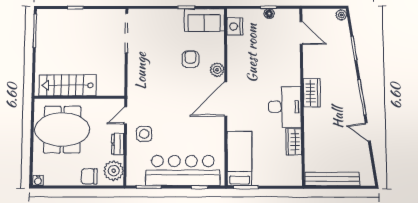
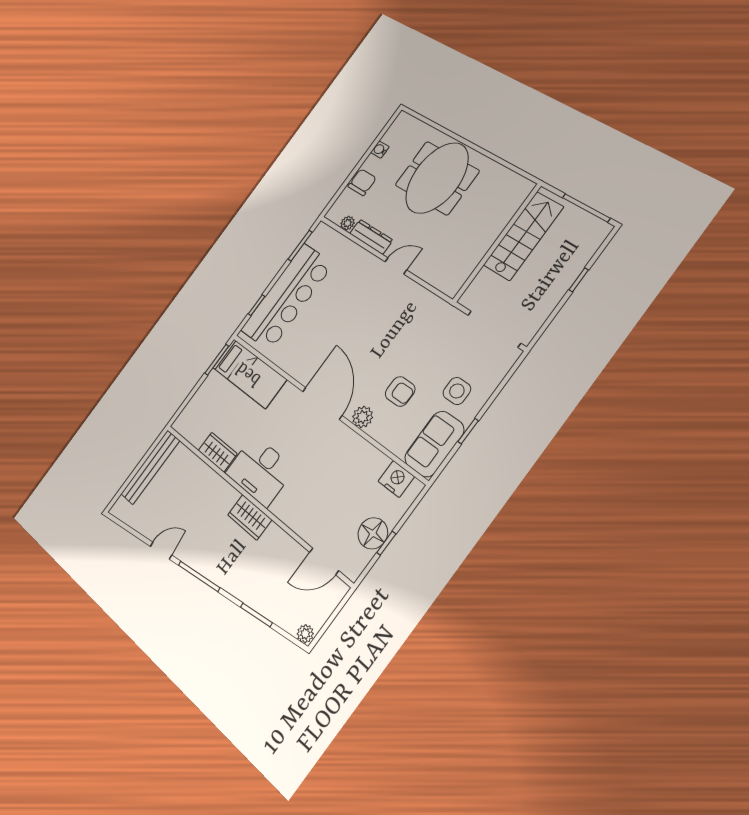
floor lamp: (269, 14) -> (373, 533), width x1.89, depth x1.89
stairs: (68, 85) -> (523, 236), moved
wall: (79, 97) -> (497, 243), moved
door: (126, 115) -> (396, 266), hinge flipped
side table: (144, 134) -> (457, 391), moved
dresser: (118, 144) -> (371, 237), width x1.44
plant: (114, 171) -> (348, 223), width x0.53, depth x0.53
water cooler: (38, 180) -> (380, 150), moved

